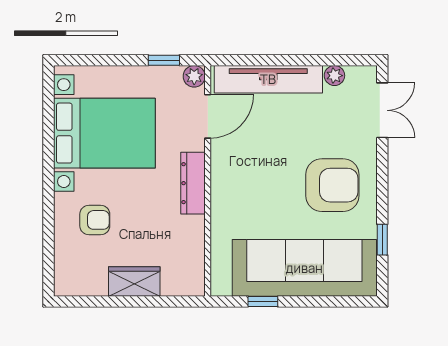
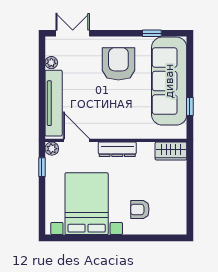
armchair: (95, 220) -> (140, 209), turned -90
wardrobe: (134, 282) -> (171, 151), moved, turned -90

